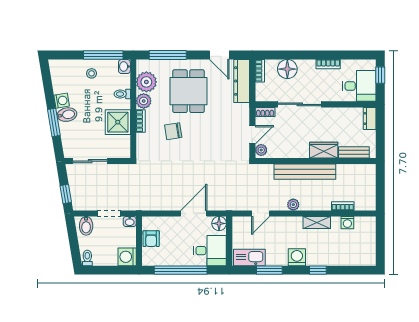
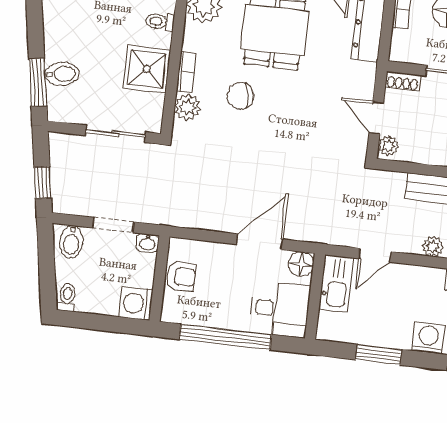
washing machine: (62, 101) -> (54, 21), removed
plant: (144, 101) -> (187, 107), moved
bidet: (67, 115) -> (62, 74), moved
window: (54, 122) -> (38, 82), moved
door: (252, 135) -> (376, 118), swing flipped
sliding door: (90, 161) -> (116, 134), moved
armchair: (151, 239) -> (181, 277), turned -90
kitchen sink: (249, 257) -> (336, 283), moved, turned 90

